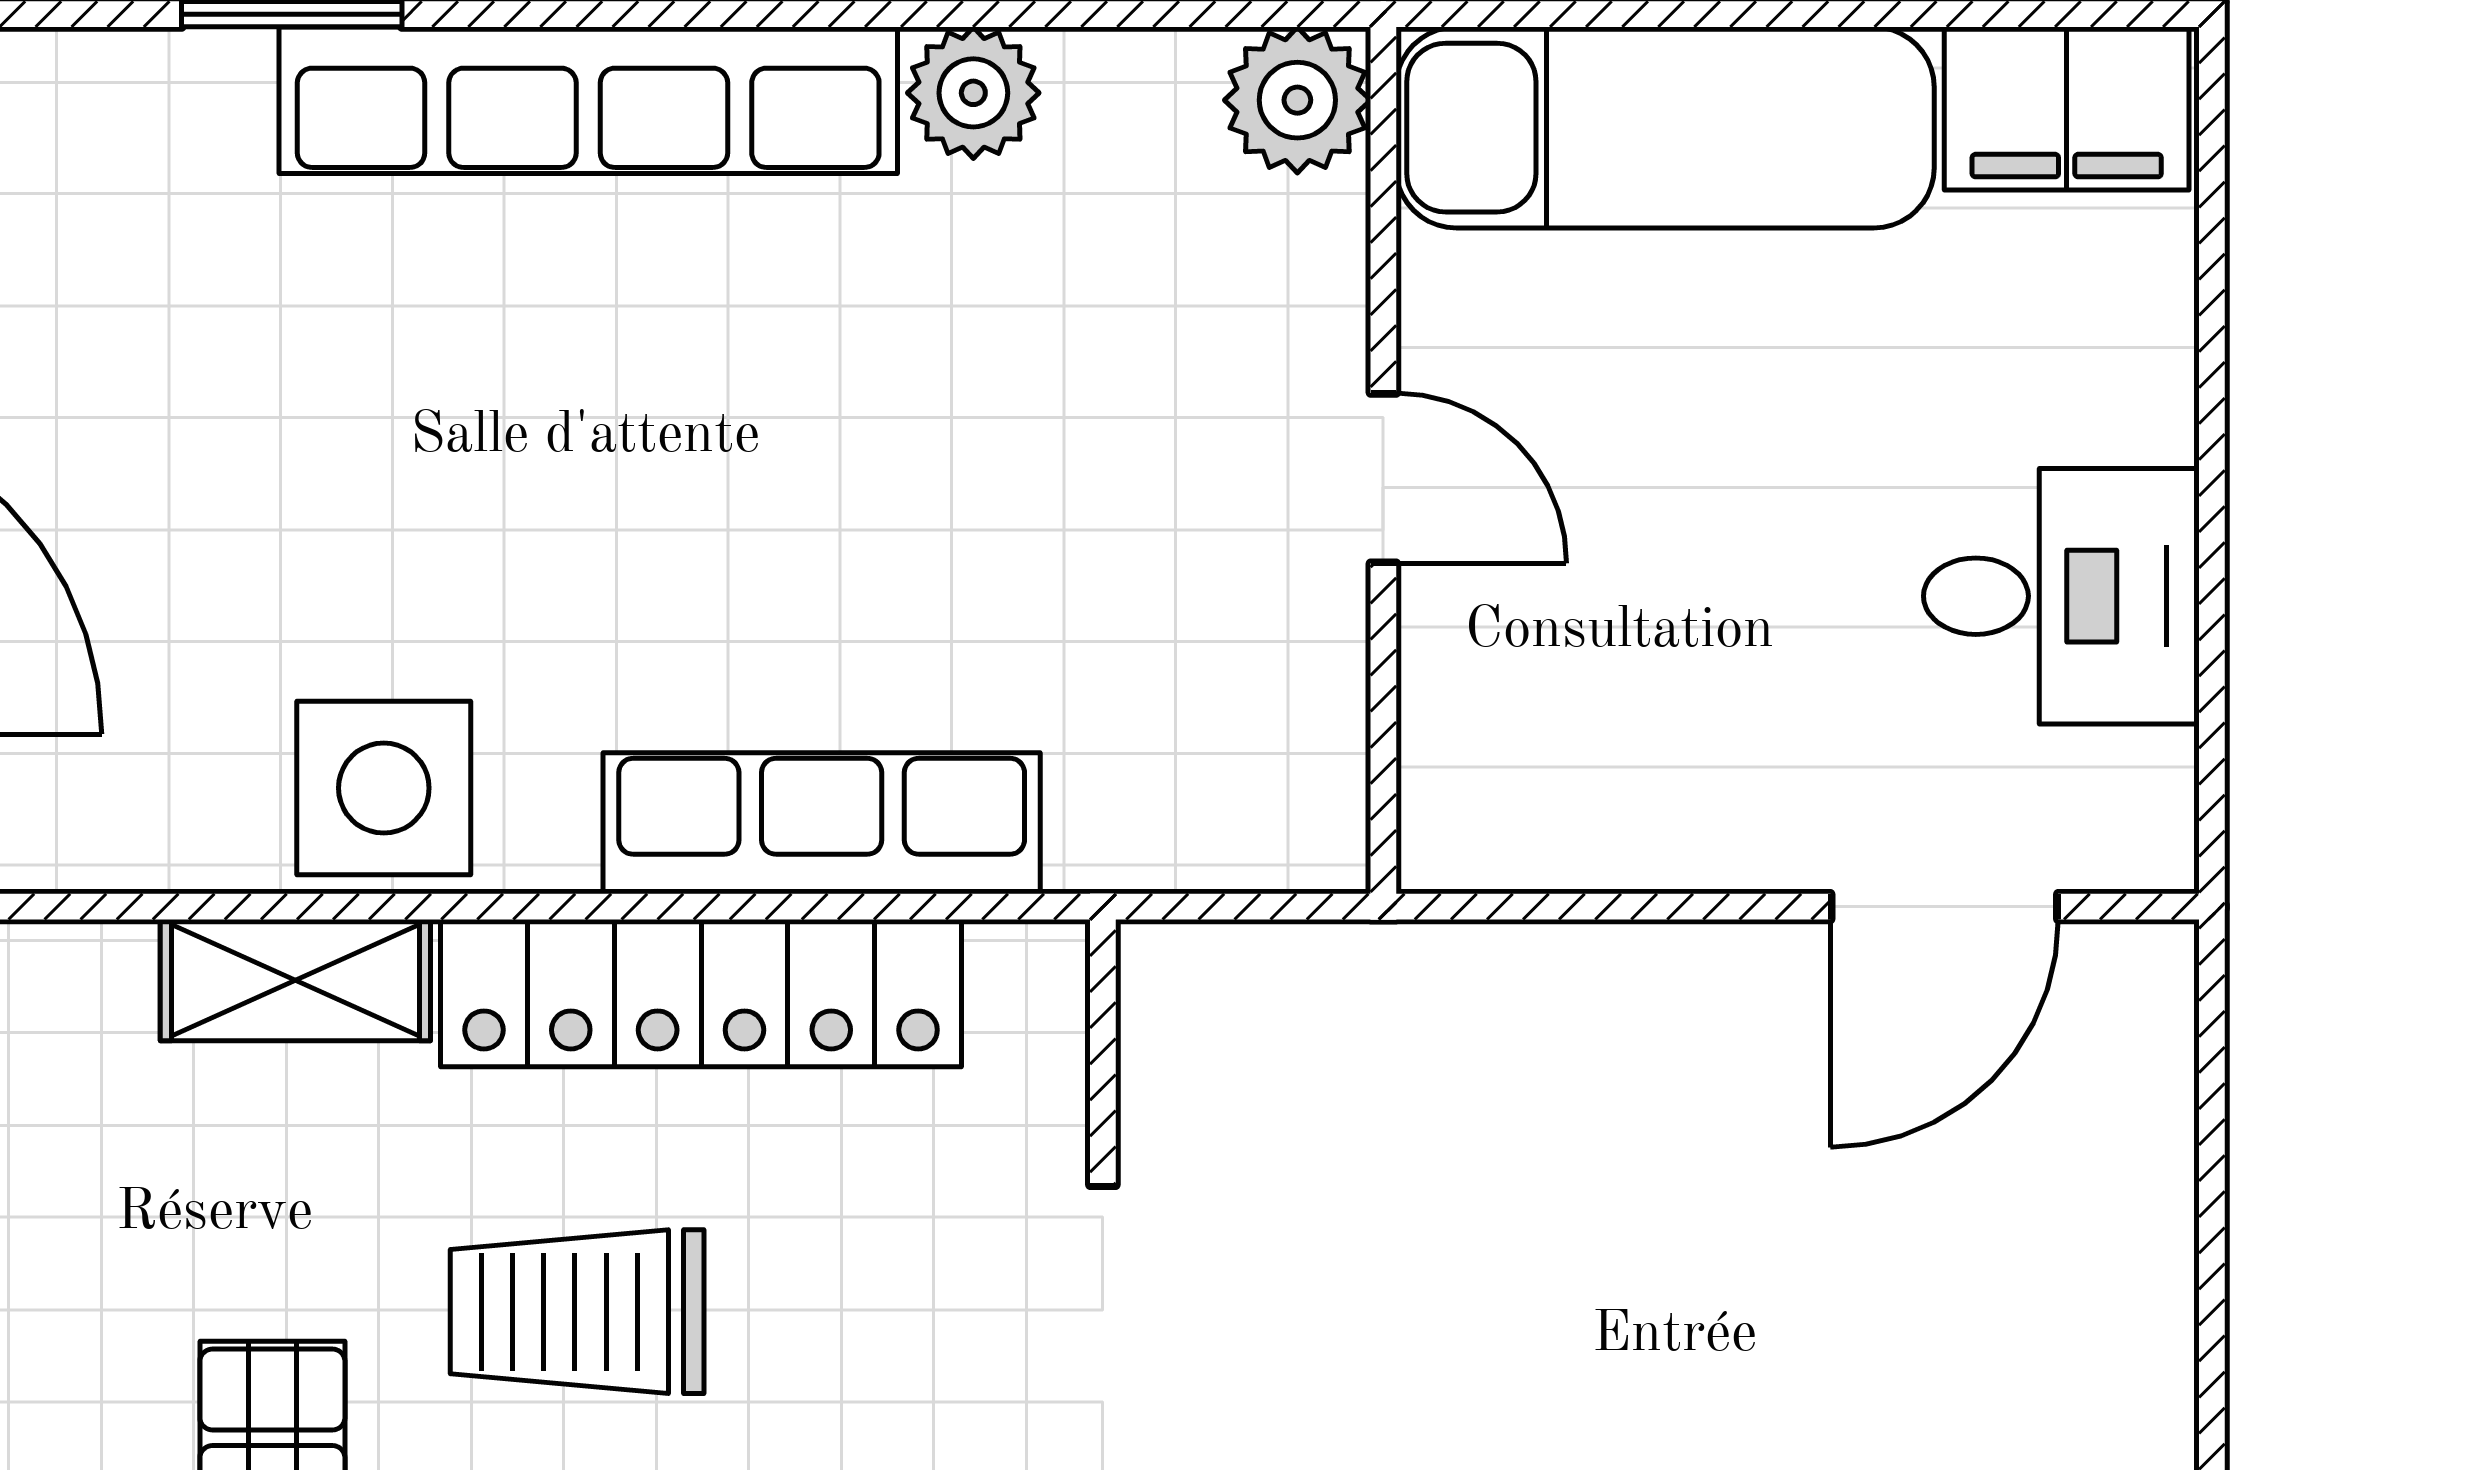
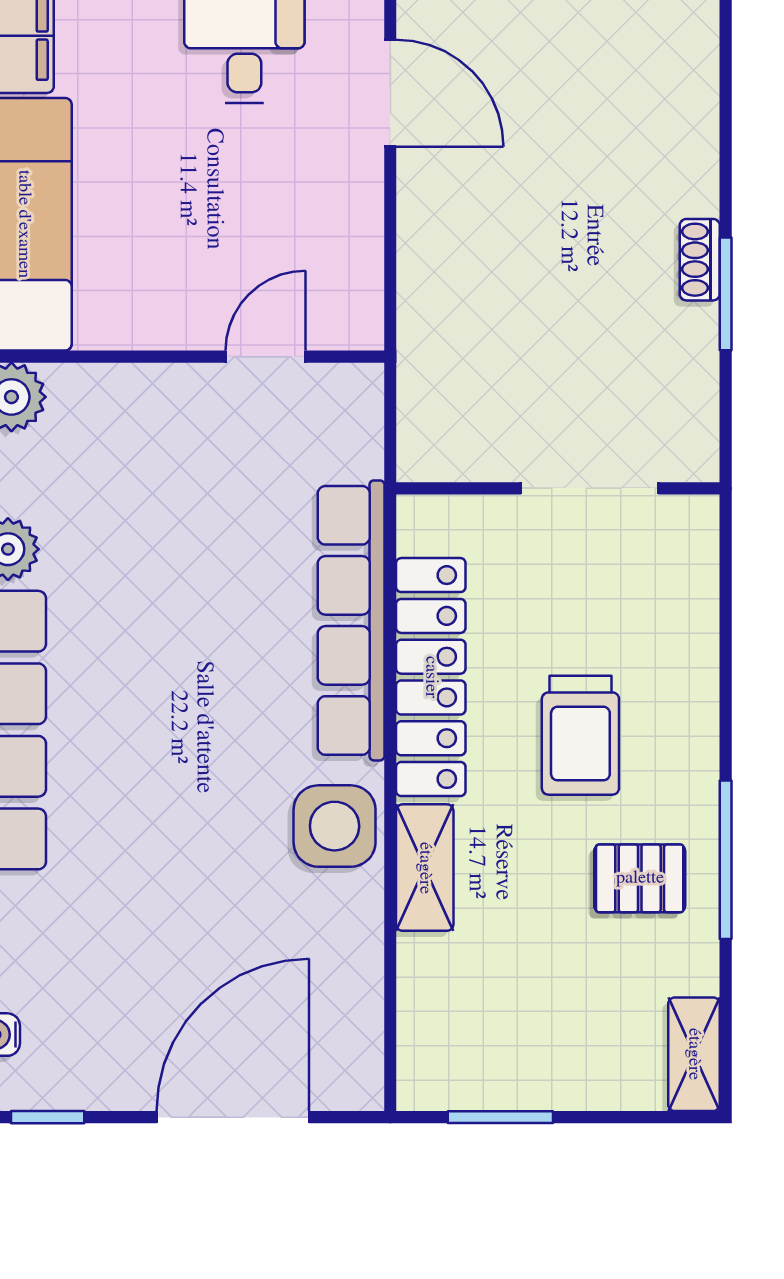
door: (1383, 478) -> (266, 357), moved
row of seats: (822, 823) -> (351, 620), width x1.36

